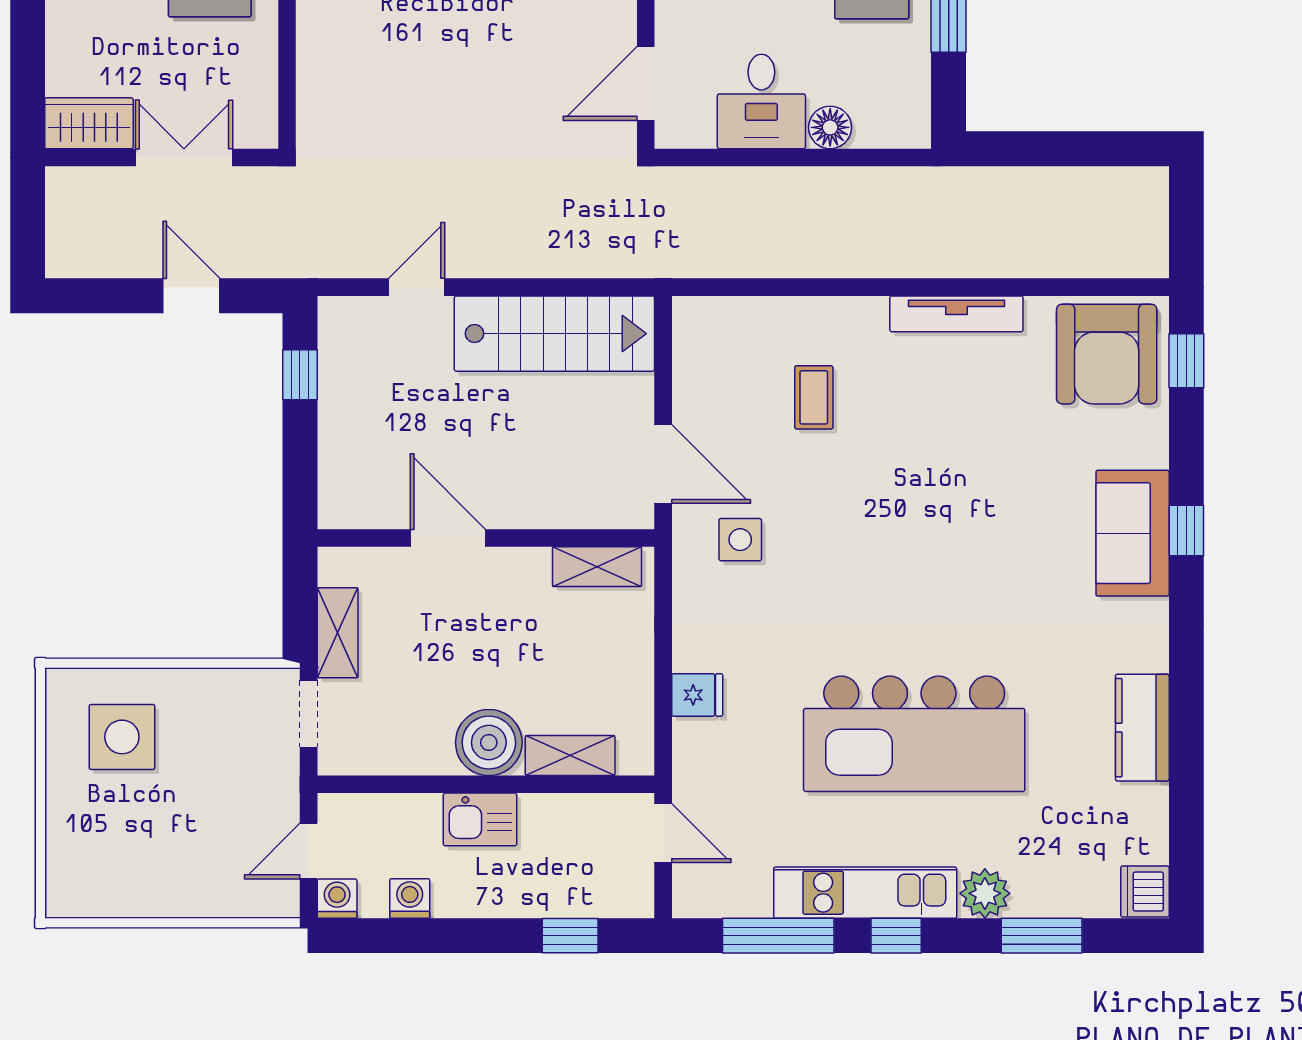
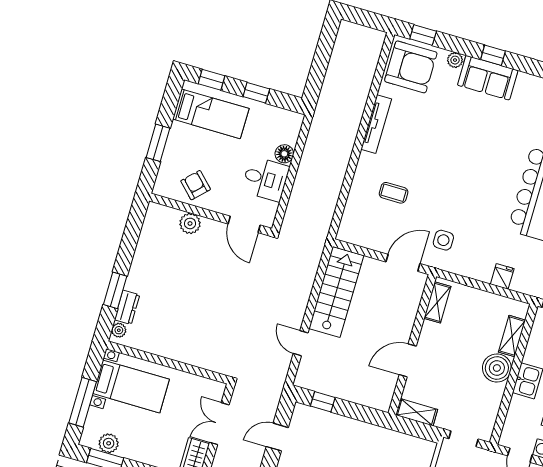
plant: (1151, 448) -> (455, 60), added
shelving: (338, 633) -> (417, 412), moved

